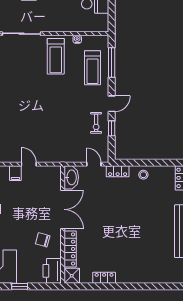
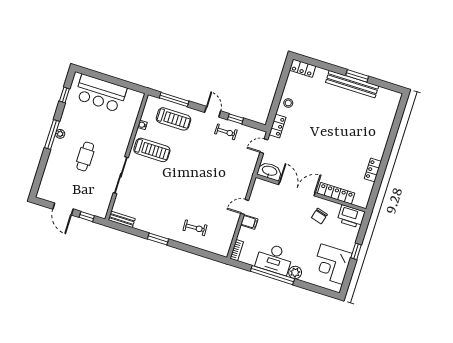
shower: (72, 276) -> (361, 200), removed

